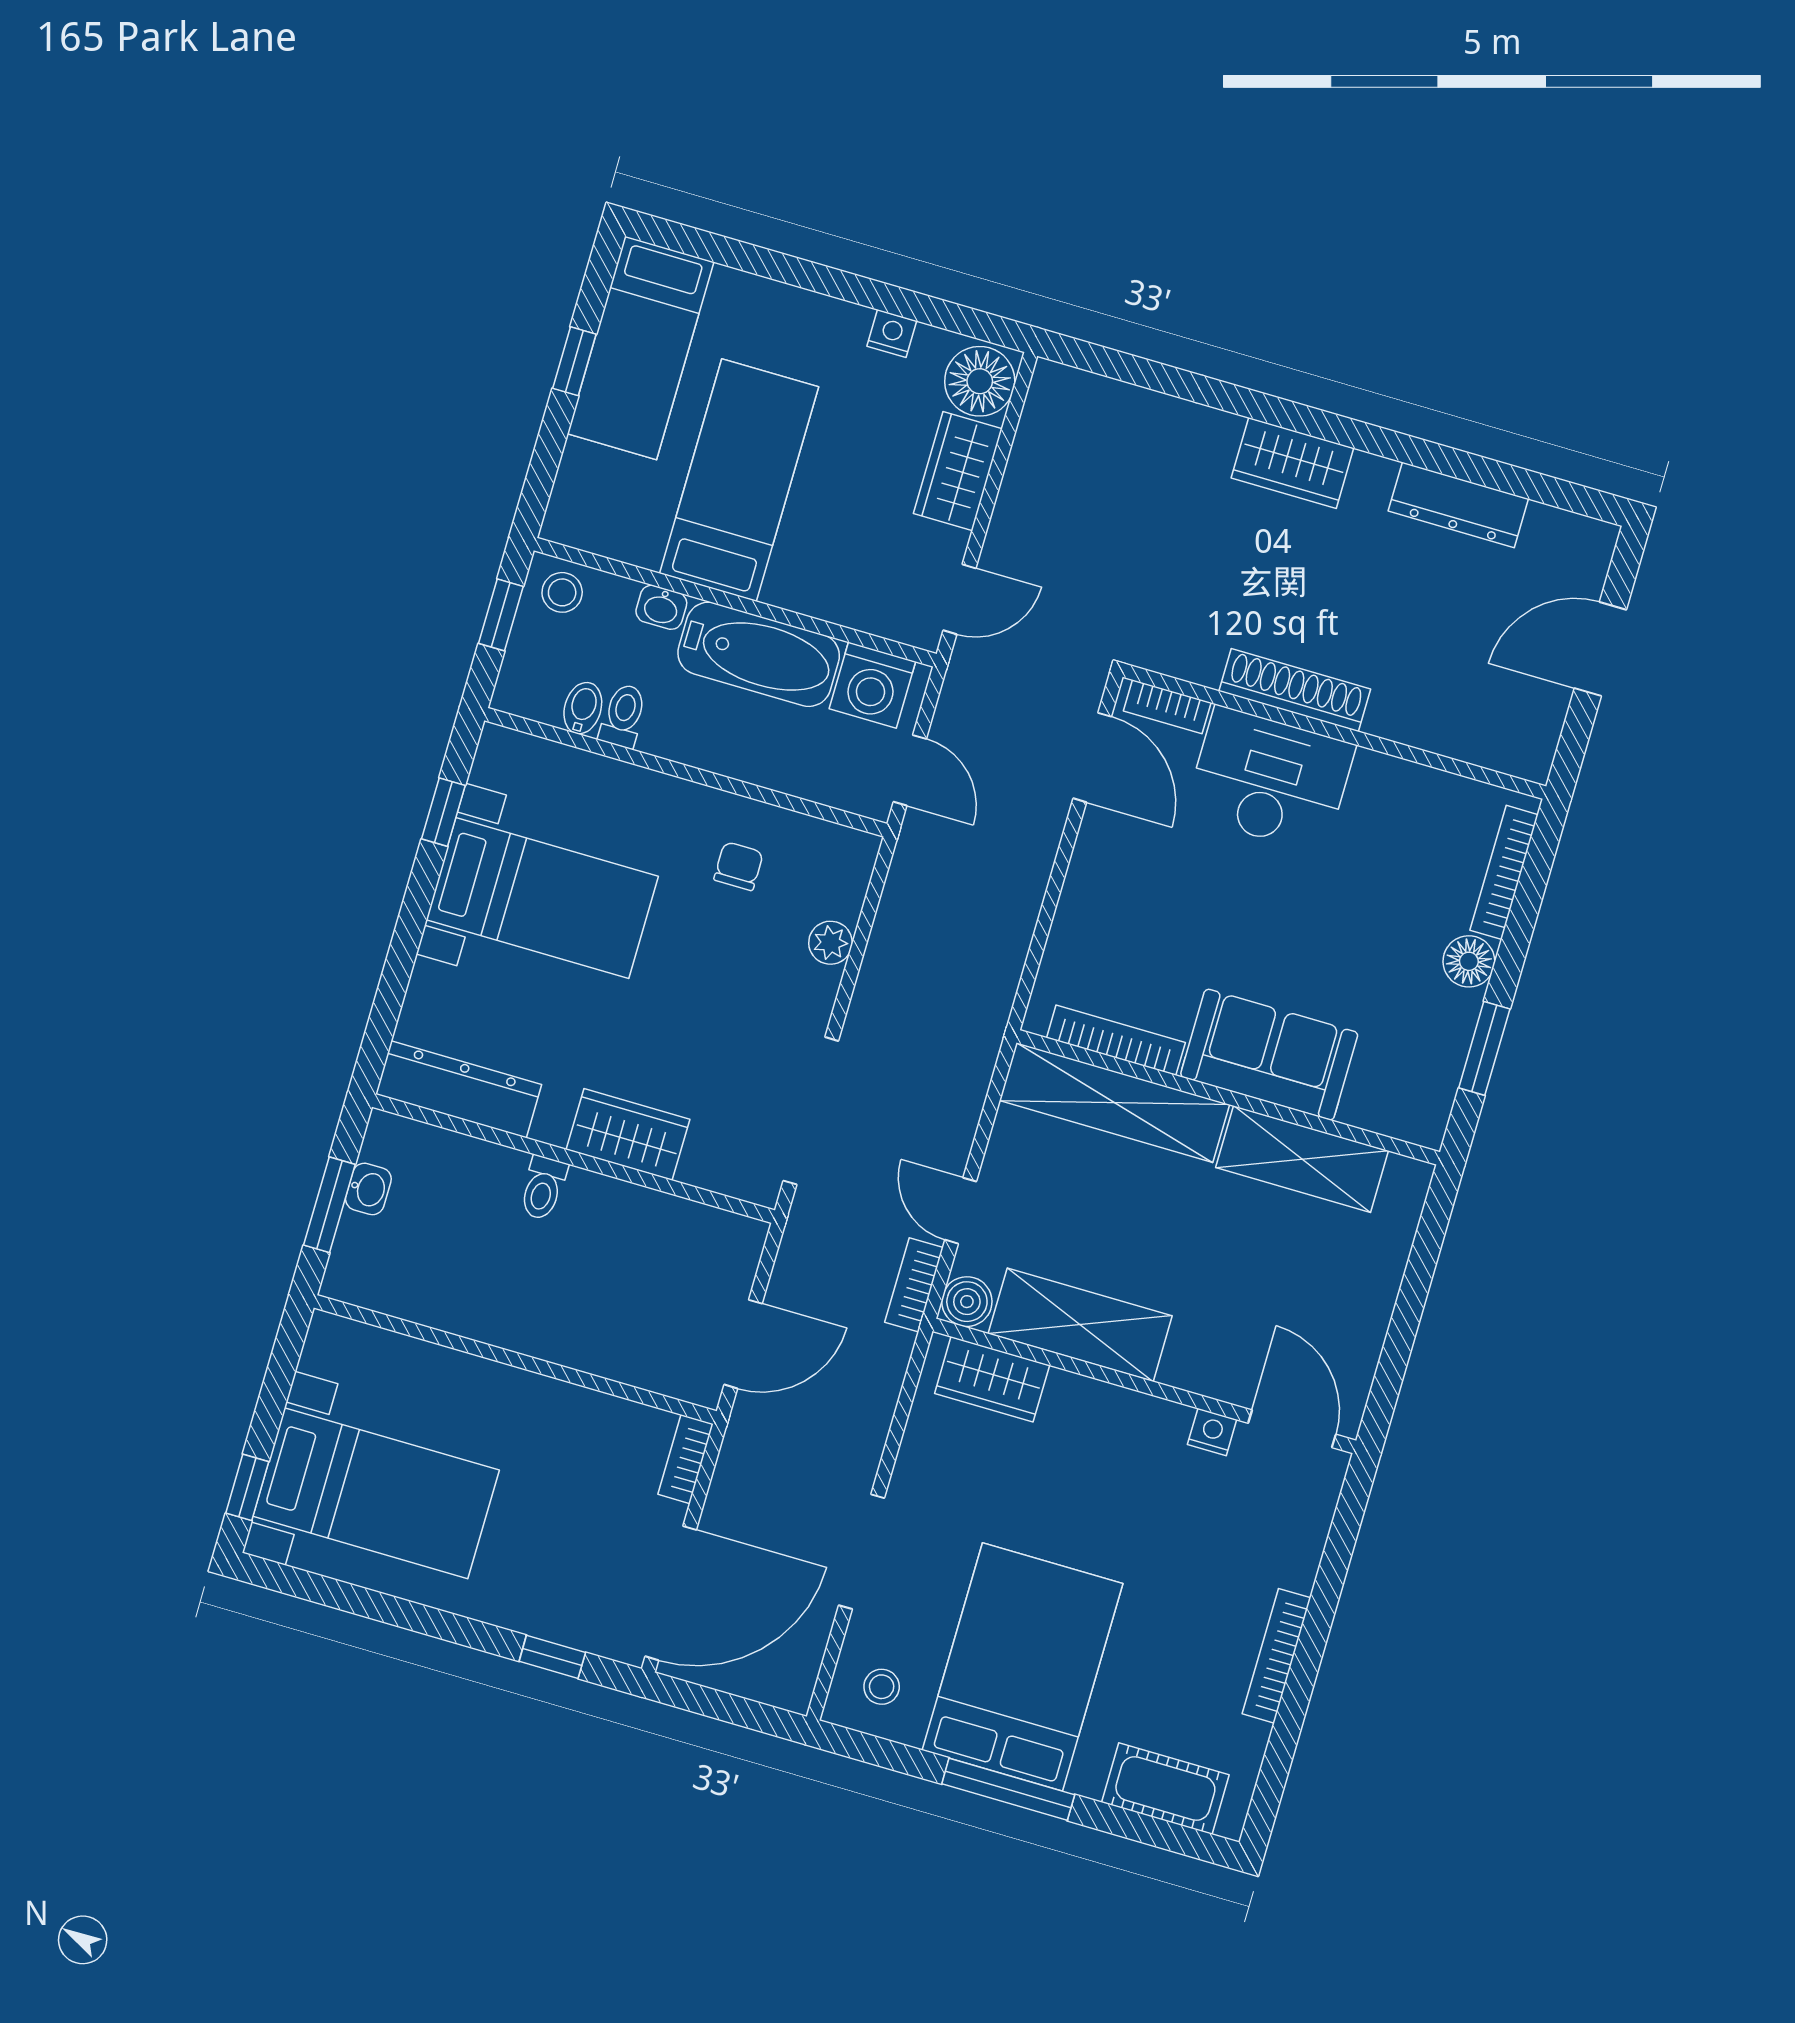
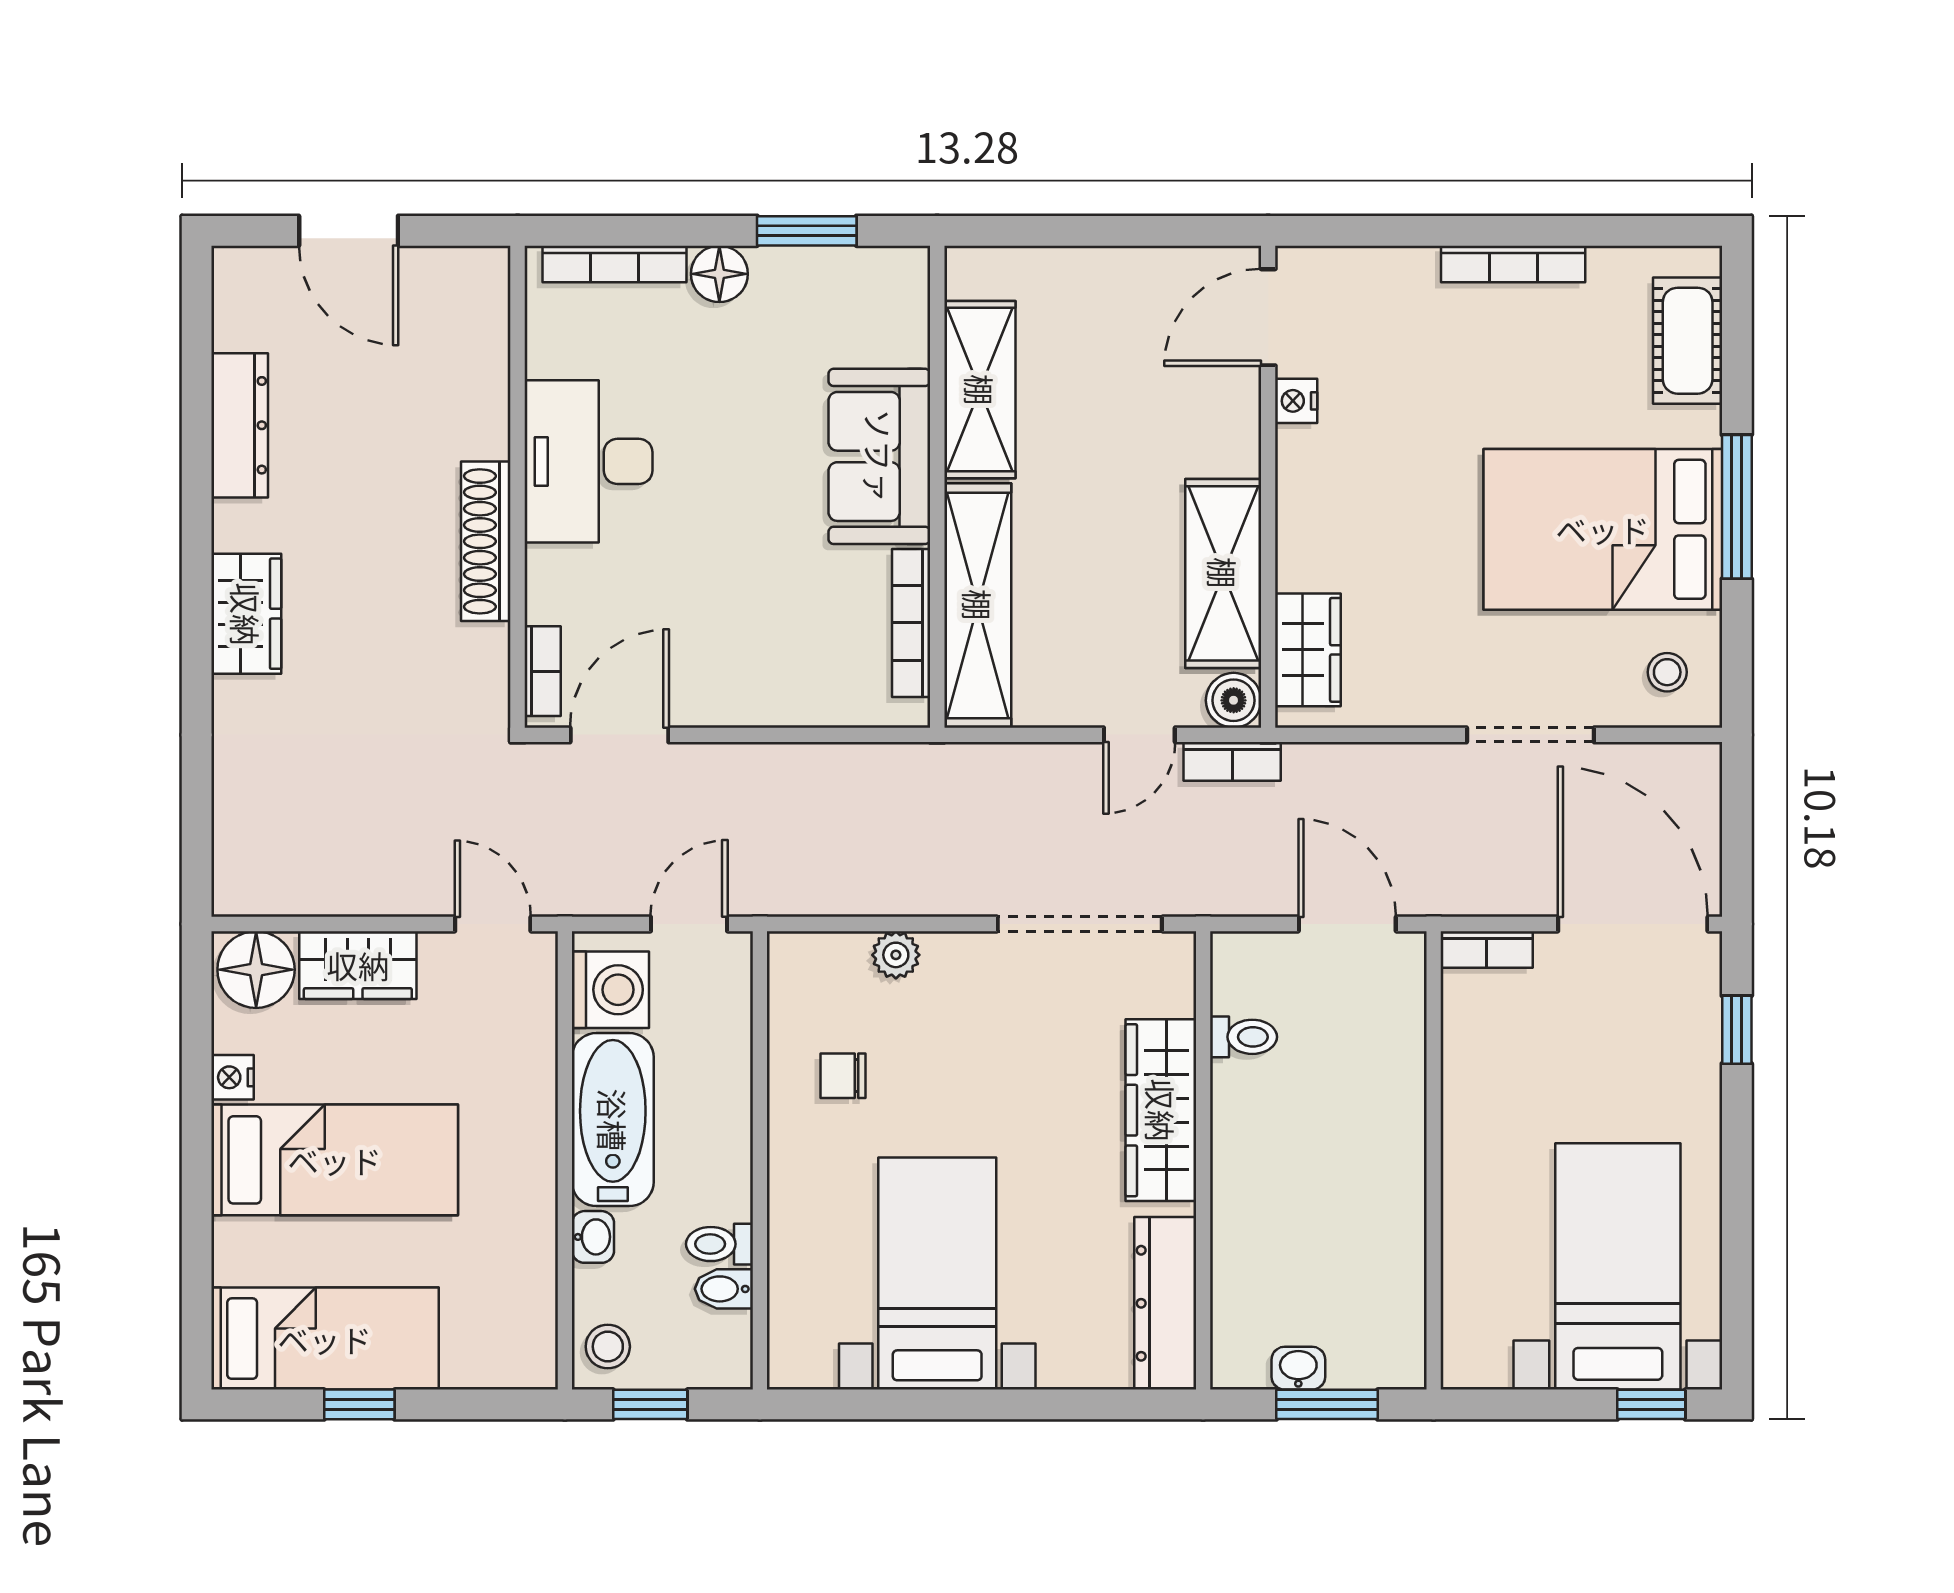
bed: (739, 480) -> (335, 1160), moved, turned 180
desk: (1270, 780) -> (589, 461), moved
window: (443, 812) -> (877, 1404), removed
wardrobe: (628, 1134) -> (1161, 1110), width x1.50
toilet: (543, 1188) -> (1244, 1037), moved

